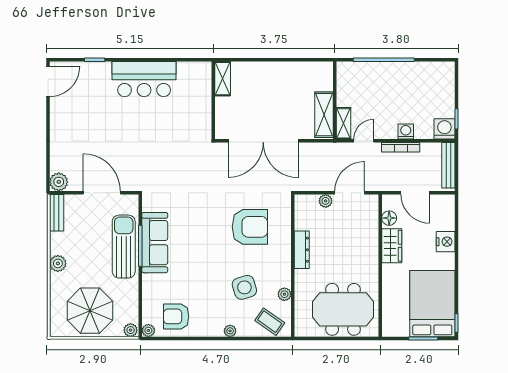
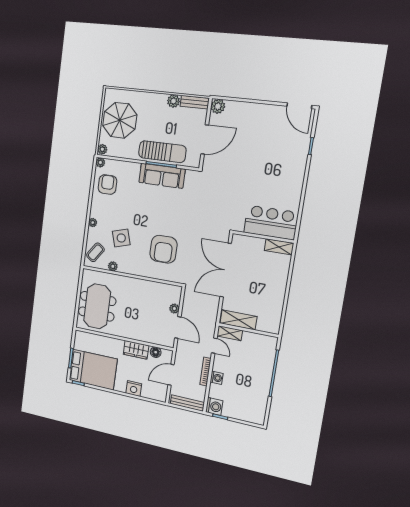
bar counter: (144, 79) -> (271, 222), moved, turned 90
dresser: (302, 250) -> (142, 284), removed
plant: (58, 263) -> (173, 101), moved

